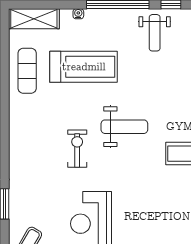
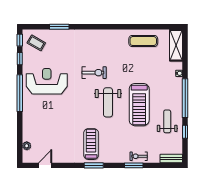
weight bench: (155, 33) -> (167, 121), turned 90
treadmill: (84, 67) -> (139, 105), moved

